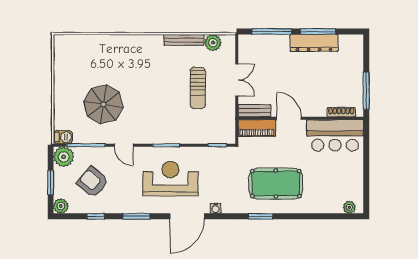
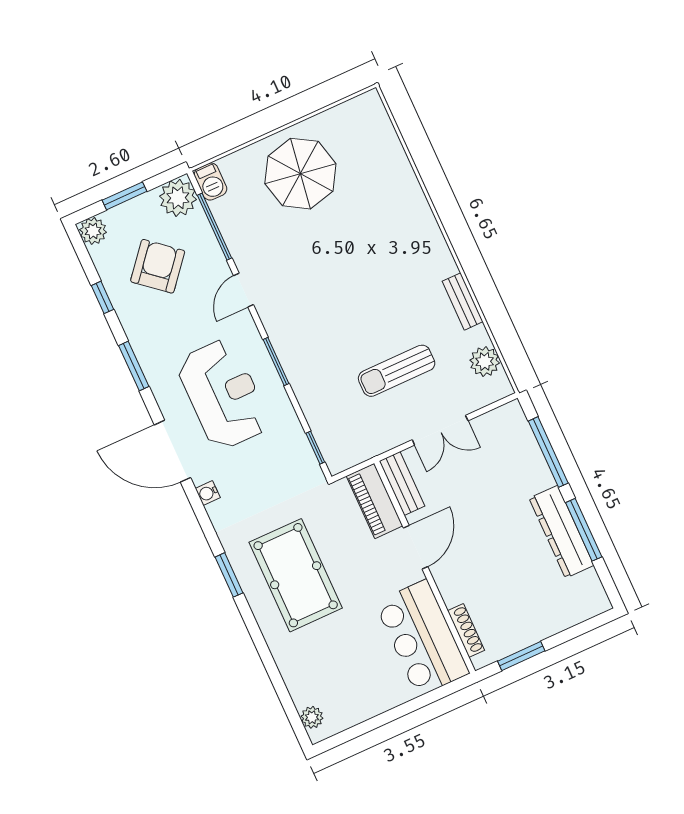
bench: (184, 40) -> (463, 301), width x0.73
window: (366, 91) -> (521, 656), width x0.69
parasol: (103, 104) -> (300, 174), moved

